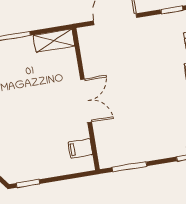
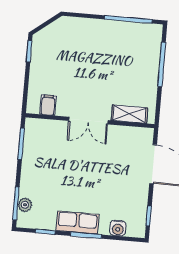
shelving: (54, 41) -> (129, 114), moved, turned 90

